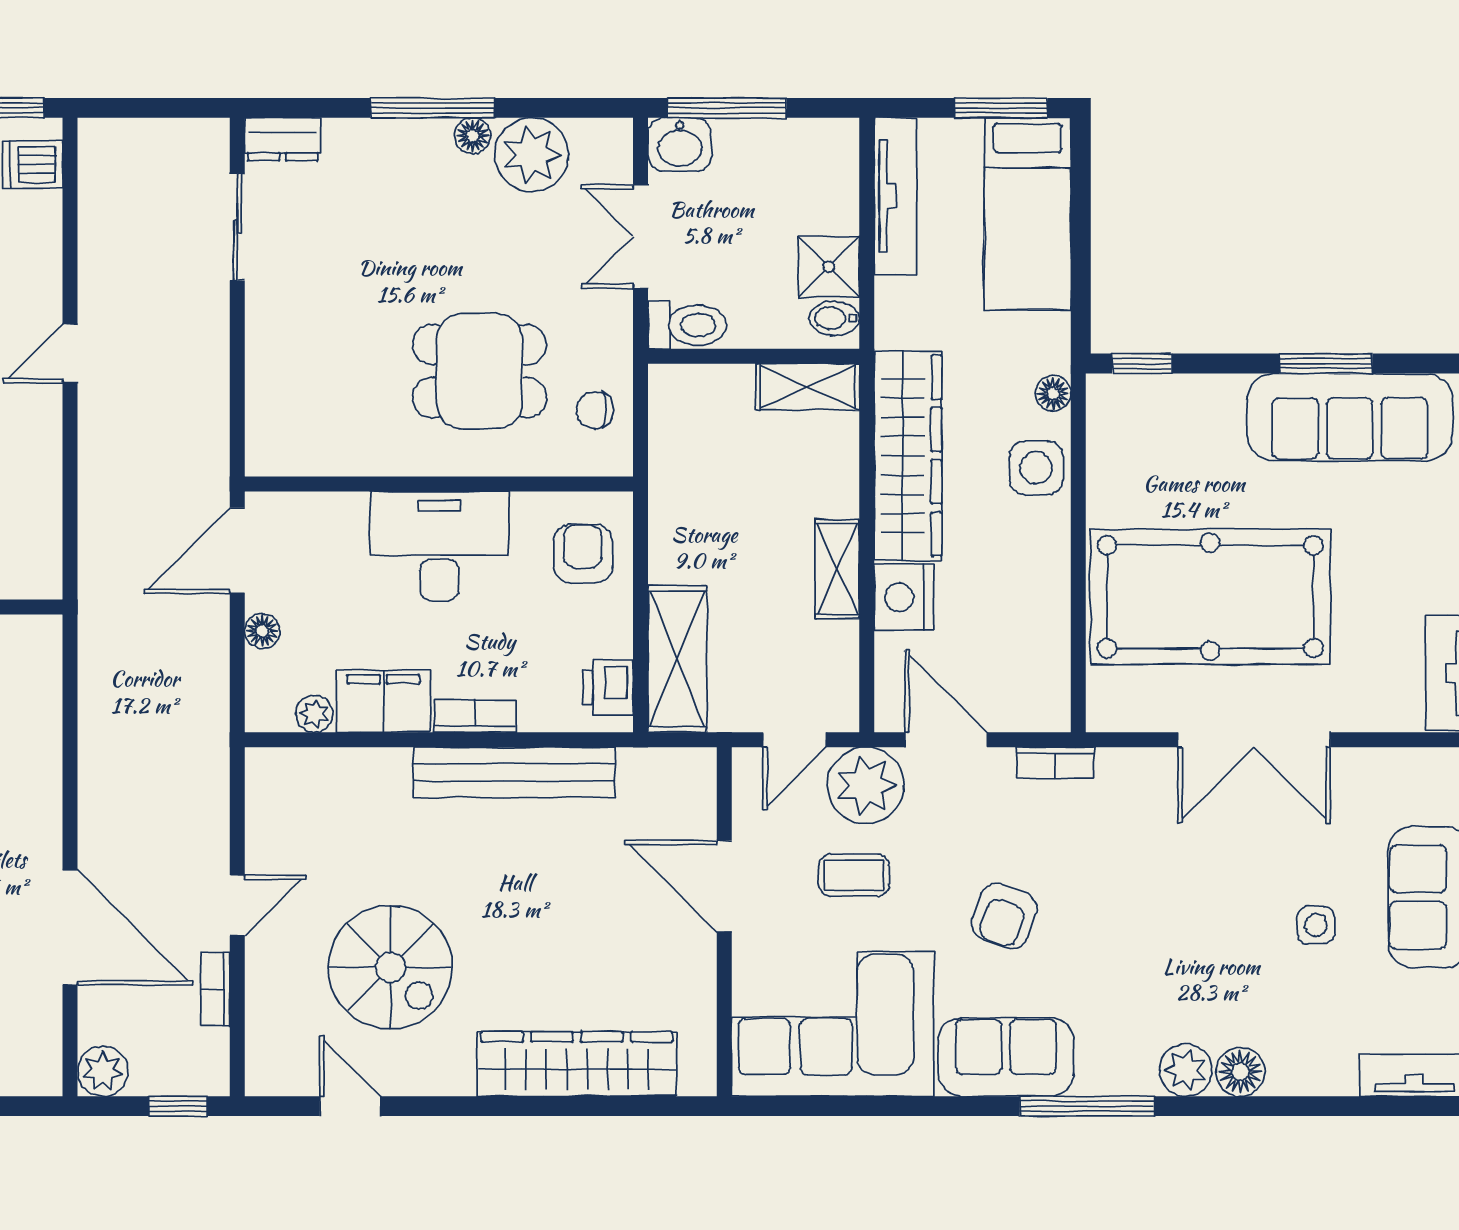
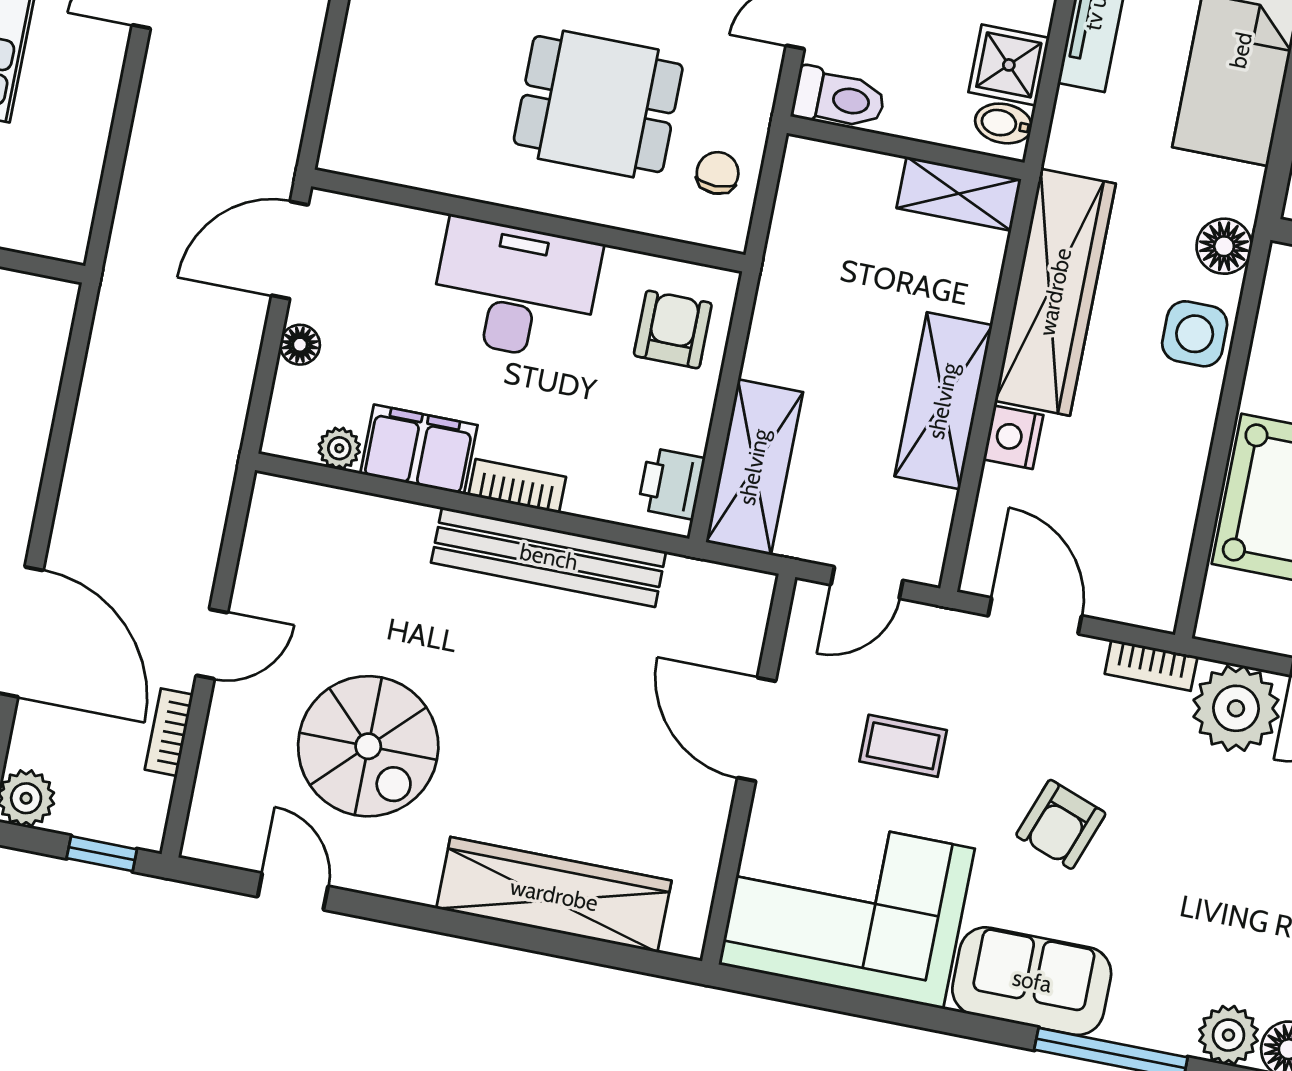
floor lamp: (1053, 393) -> (1224, 246), width x1.37, depth x1.37
chair: (595, 410) -> (718, 173), turned 90
shelving: (837, 569) -> (943, 401), width x1.50, depth x1.33
nightstand: (904, 597) -> (1013, 437), width x0.74, depth x0.75
plant: (866, 785) -> (1236, 708), moved

